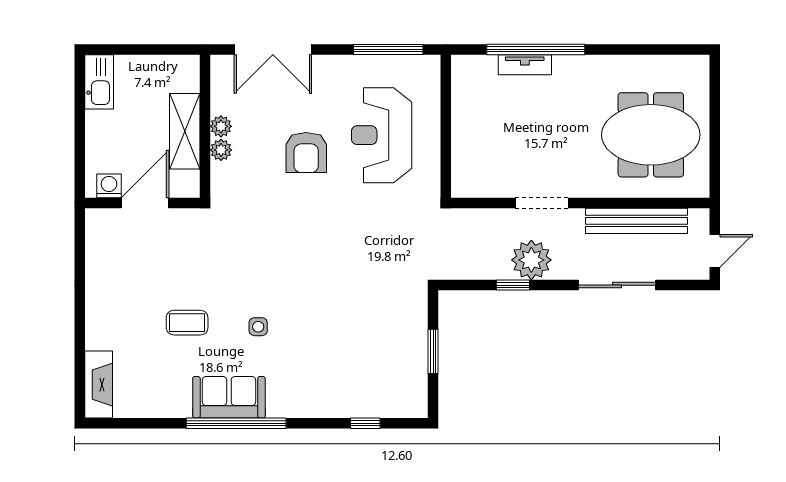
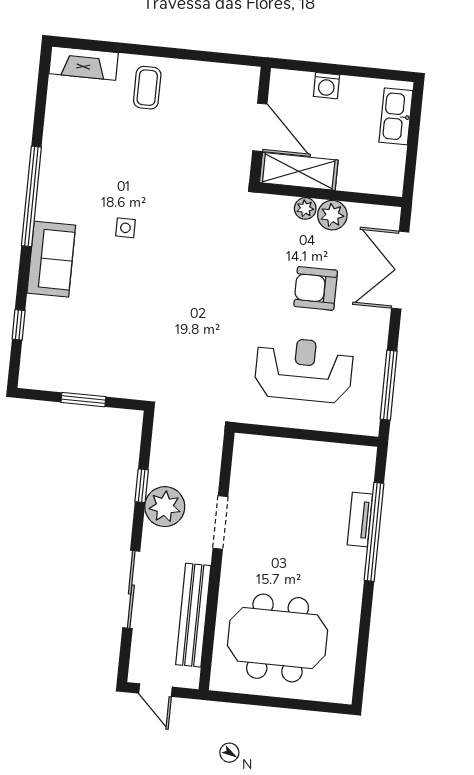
kitchen sink: (99, 82) -> (396, 116), moved, turned 90
plant: (221, 126) -> (332, 215), width x1.38, depth x1.38
shelving: (185, 131) -> (299, 171), moved
meeting table: (651, 135) -> (278, 638), turned 90
armchair: (306, 153) -> (316, 288), moved
washing machine: (109, 186) -> (326, 86), moved, turned 90
coffee table: (187, 323) -> (147, 88), moved
sofa: (229, 397) -> (51, 259), moved

